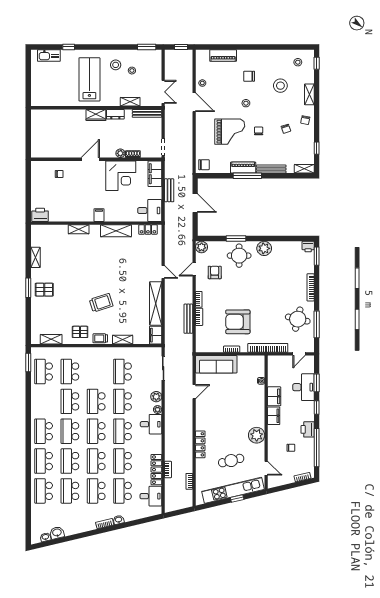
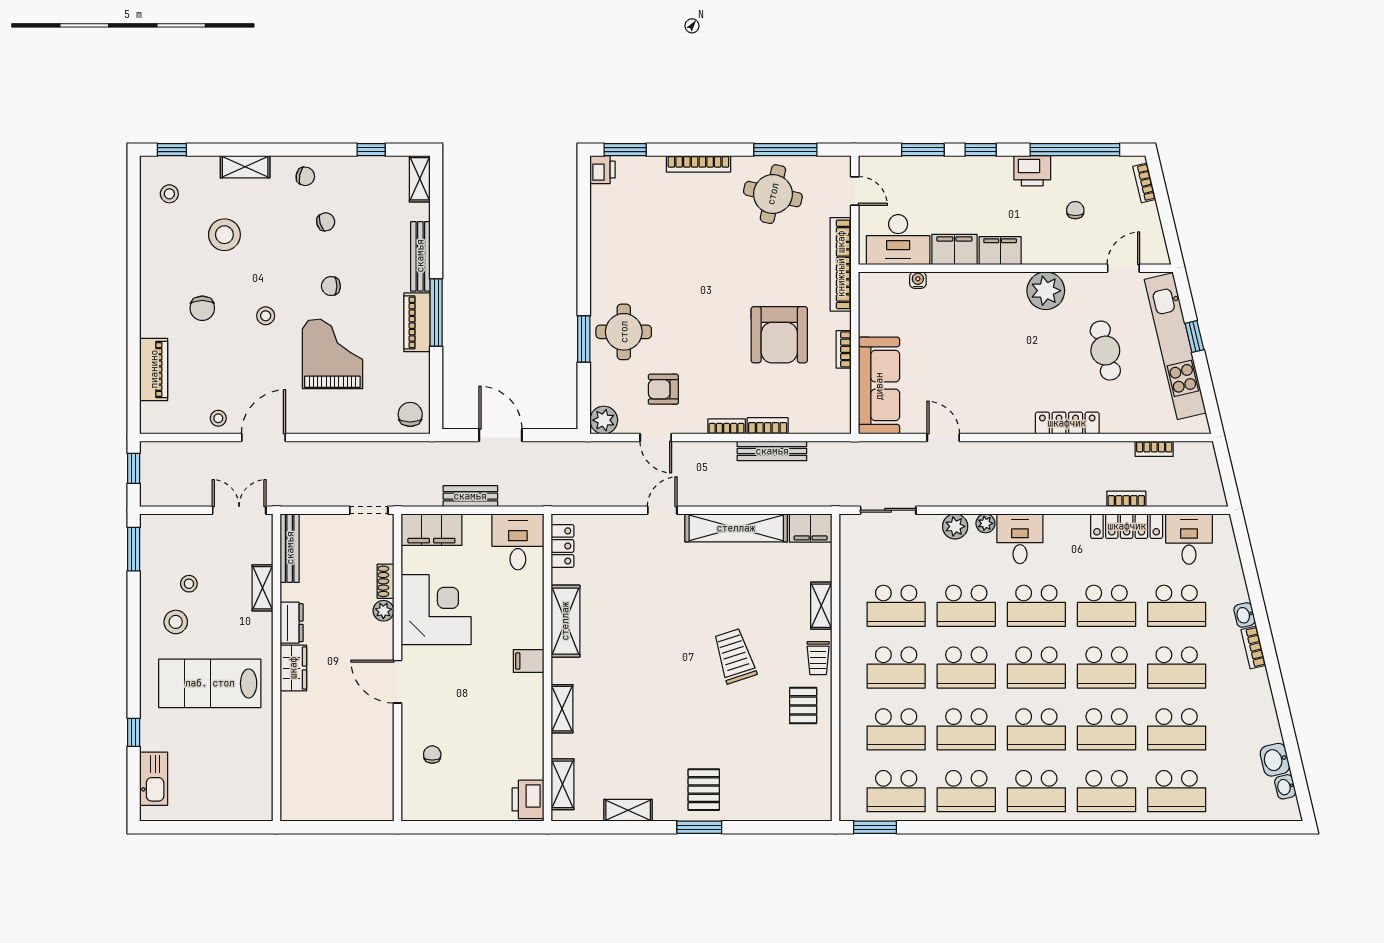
door: (195, 203) -> (500, 435), hinge flipped
plant: (264, 248) -> (607, 273), removed
shelving: (51, 339) -> (562, 784), moved
school desk: (96, 372) -> (896, 668), added
desk: (303, 387) -> (898, 240), moved, turned 180
school desk: (44, 401) -> (966, 791), added

